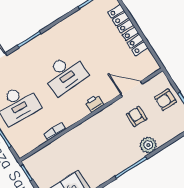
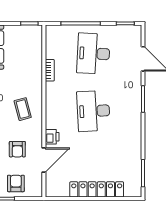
printer: (94, 103) -> (52, 137), moved
armchair: (137, 117) -> (17, 149), turned 90
coffee table: (101, 133) -> (23, 109), added

